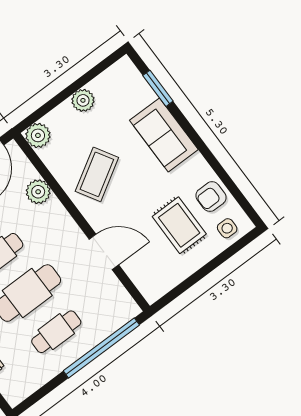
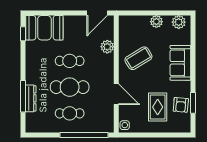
window: (158, 88) -> (193, 103), moved
plant: (38, 135) -> (179, 22), moved
armchair: (211, 197) -> (181, 105), turned -85
side table: (227, 228) -> (125, 125), moved

